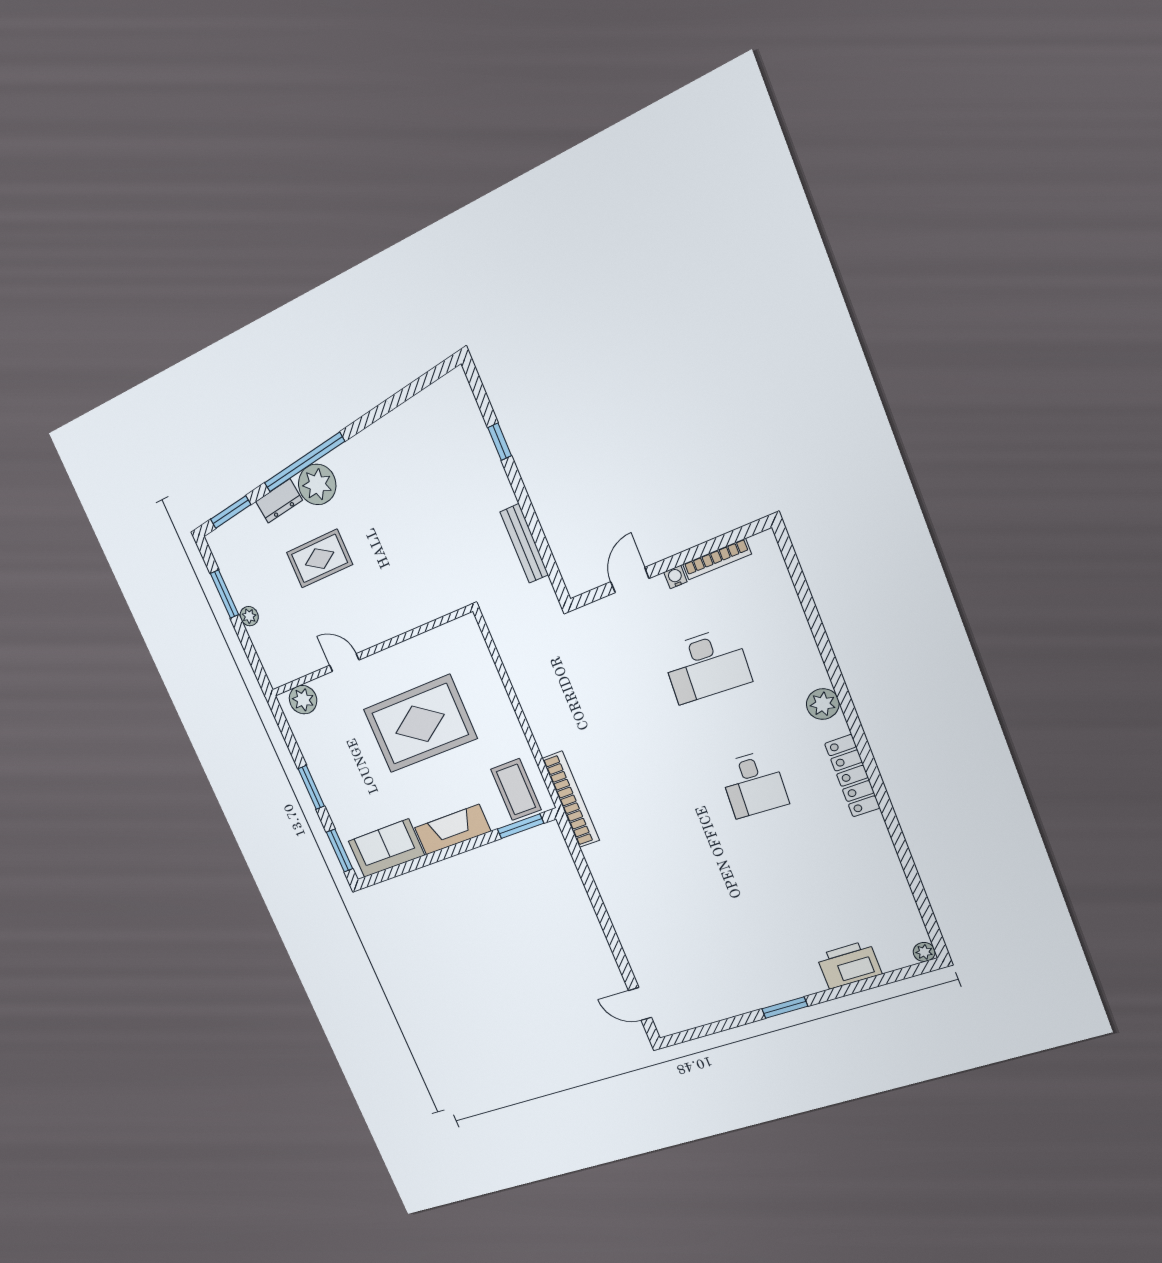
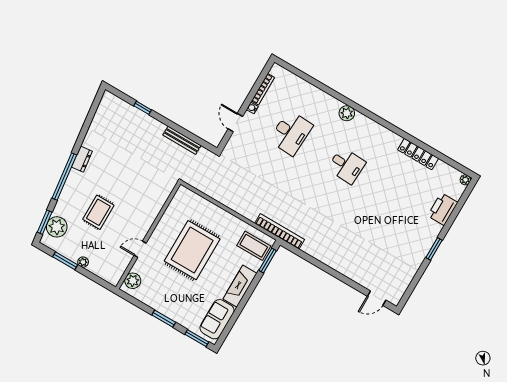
plant: (317, 484) -> (57, 227), moved
dresser: (279, 501) -> (82, 159), moved
locker: (852, 776) -> (418, 154), moved

